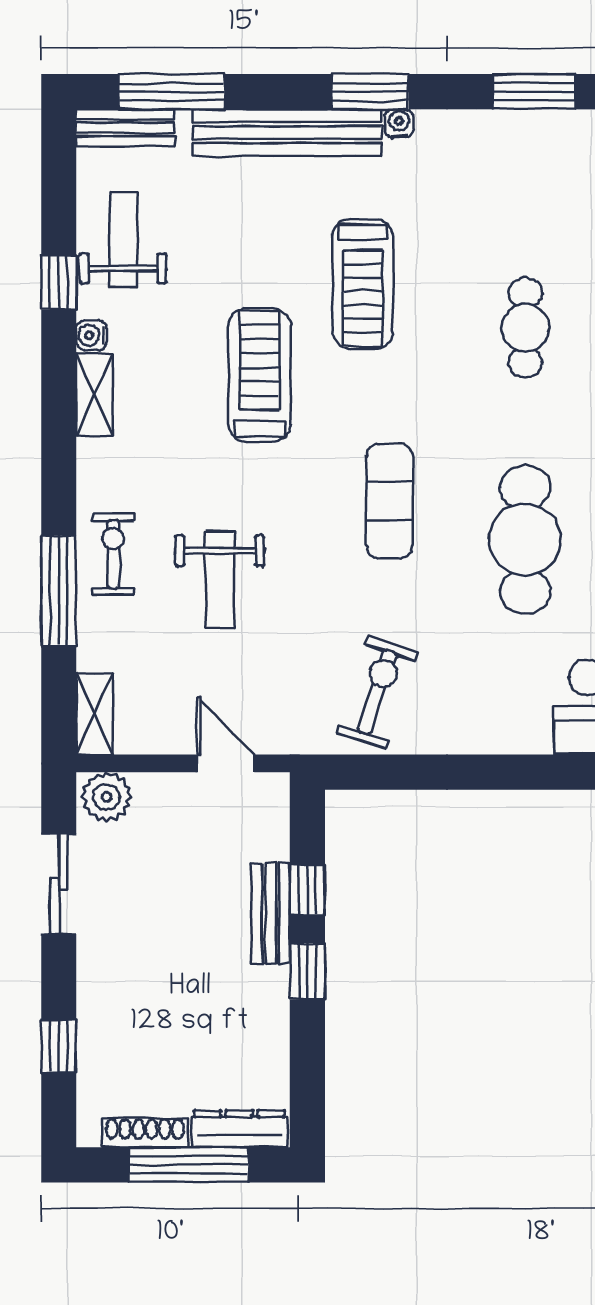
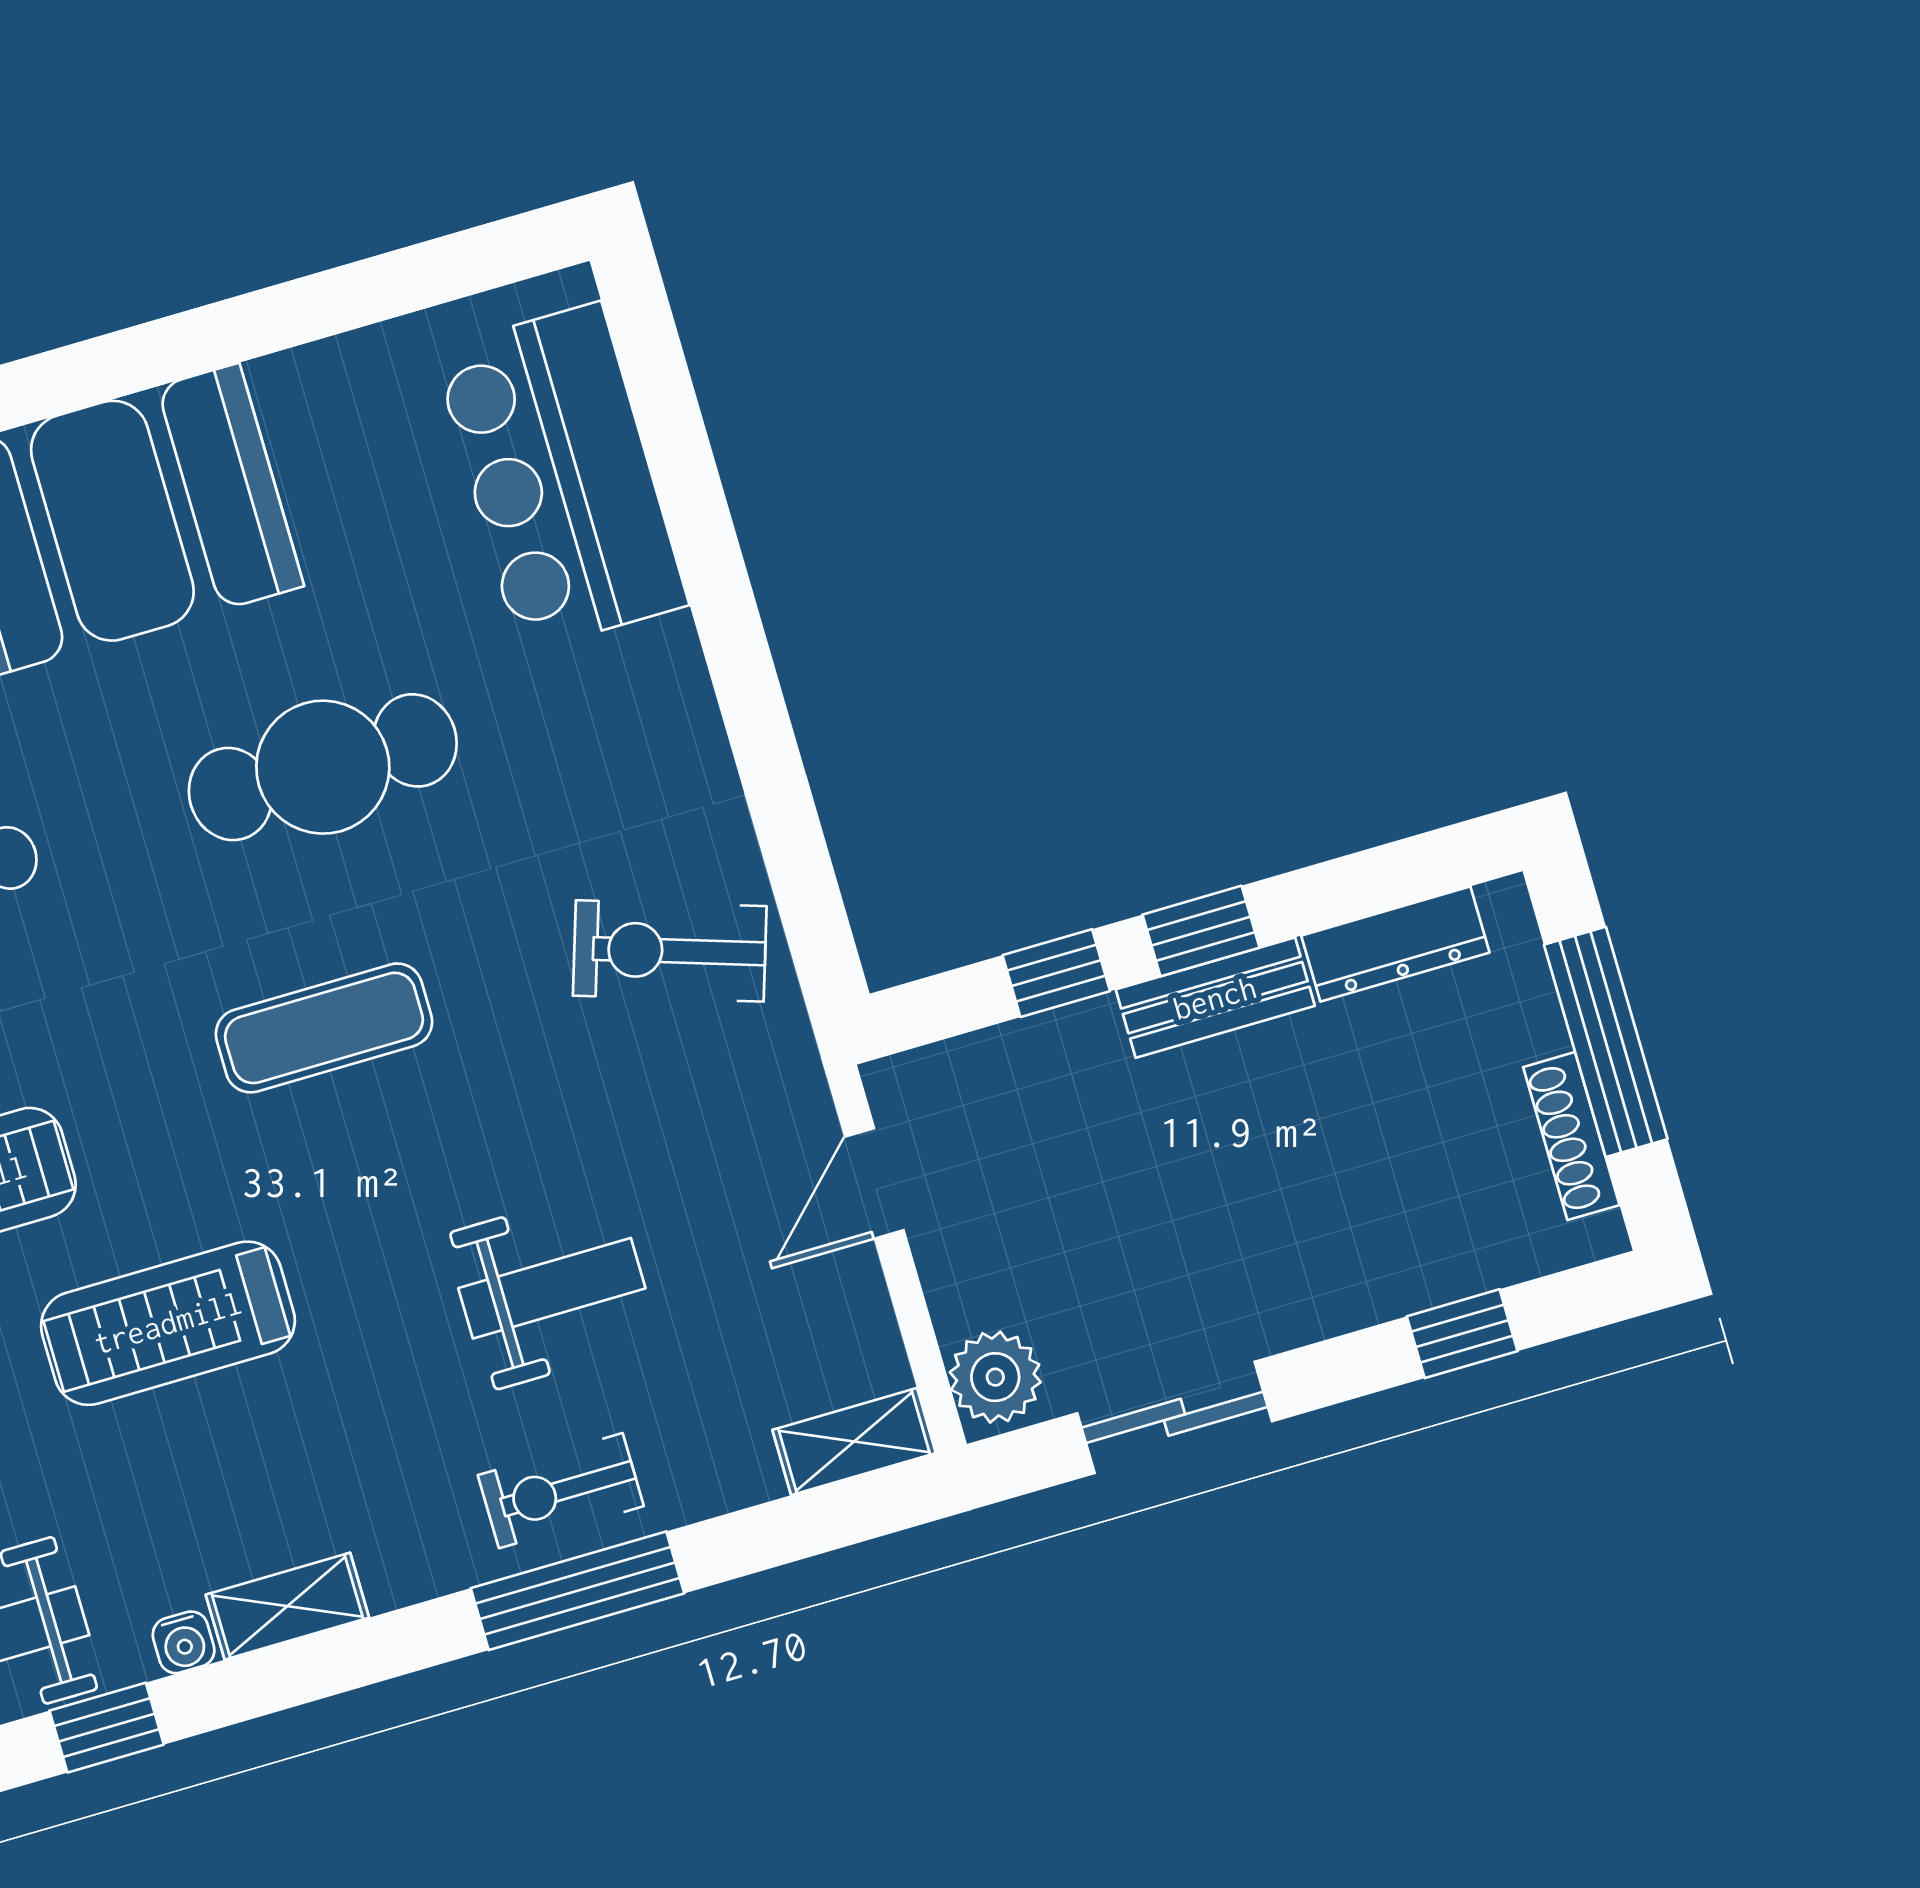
window: (59, 591) -> (577, 1591), moved
bench: (271, 913) -> (1215, 998), moved
dresser: (239, 1129) -> (1395, 944), moved, turned -90

